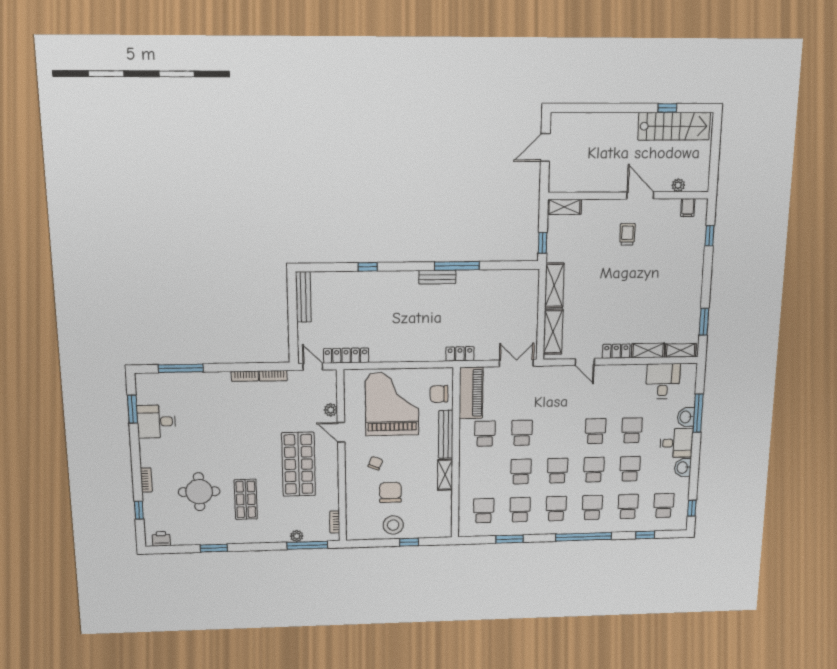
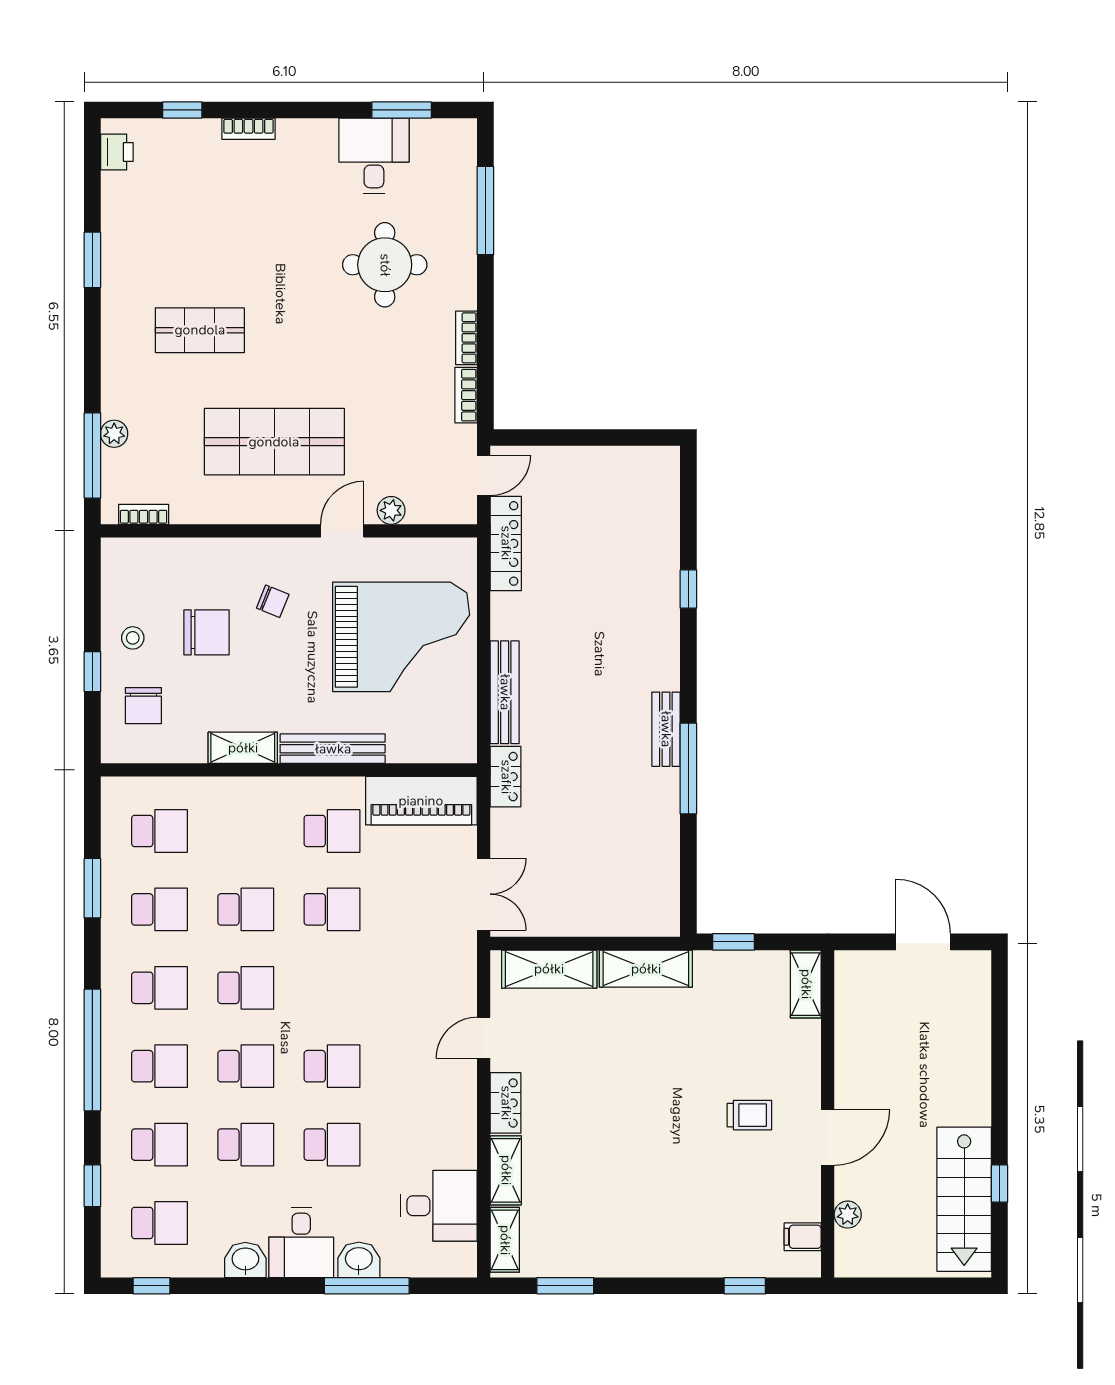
bench: (303, 297) -> (505, 692), moved, turned 90
chair: (439, 394) -> (143, 706), moved, turned 180
round table: (199, 492) -> (385, 265), moved
stool: (393, 525) -> (133, 638), width x0.53, depth x0.53

